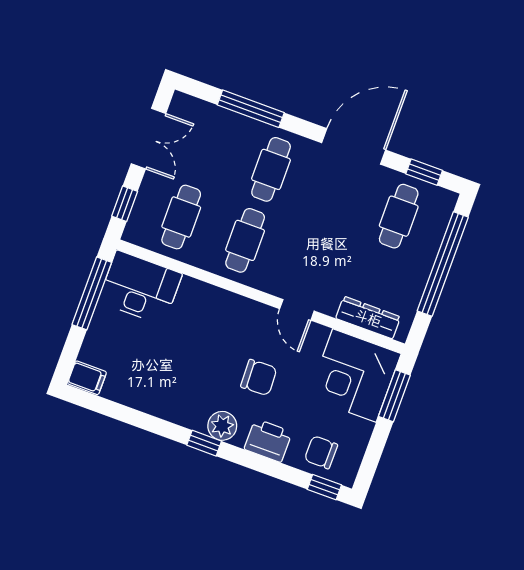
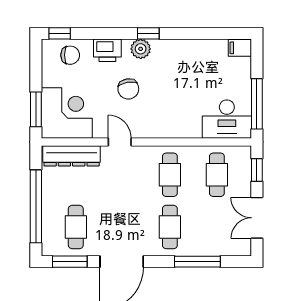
window: (424, 172) -> (70, 262), width x1.50
dresser: (368, 318) -> (72, 156), width x1.37, depth x1.24
chair: (259, 378) -> (128, 89), turned -98

